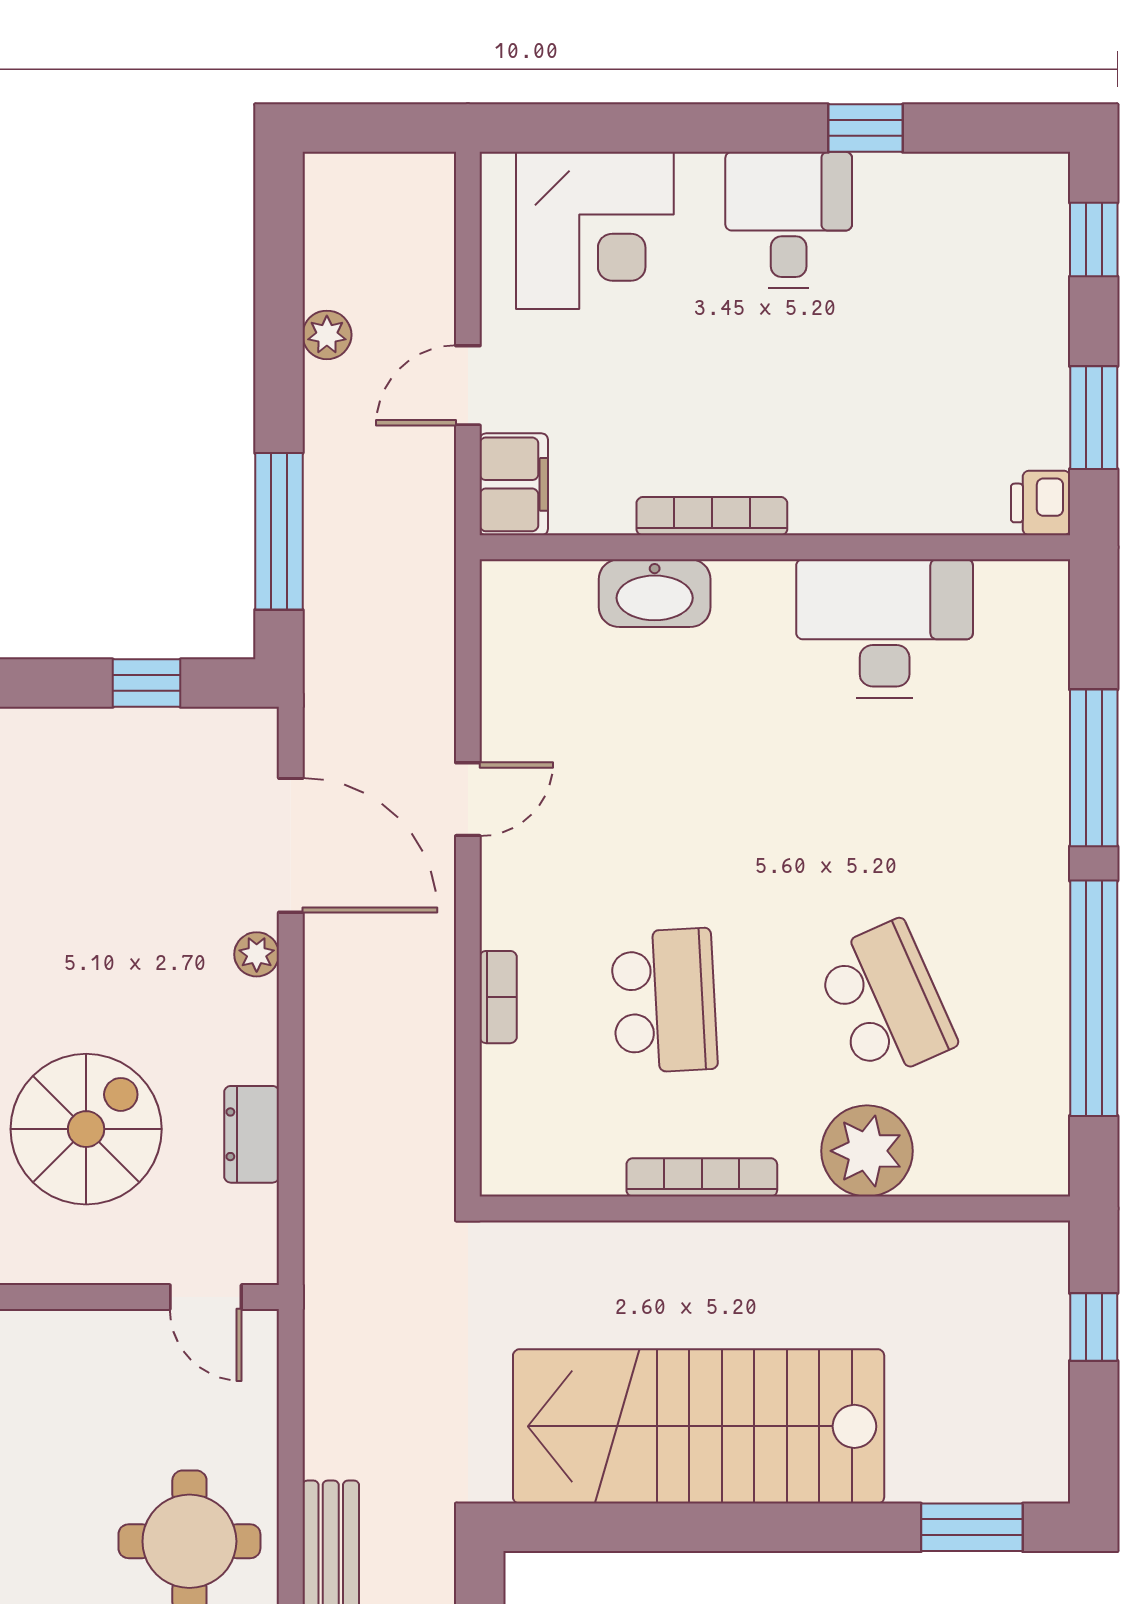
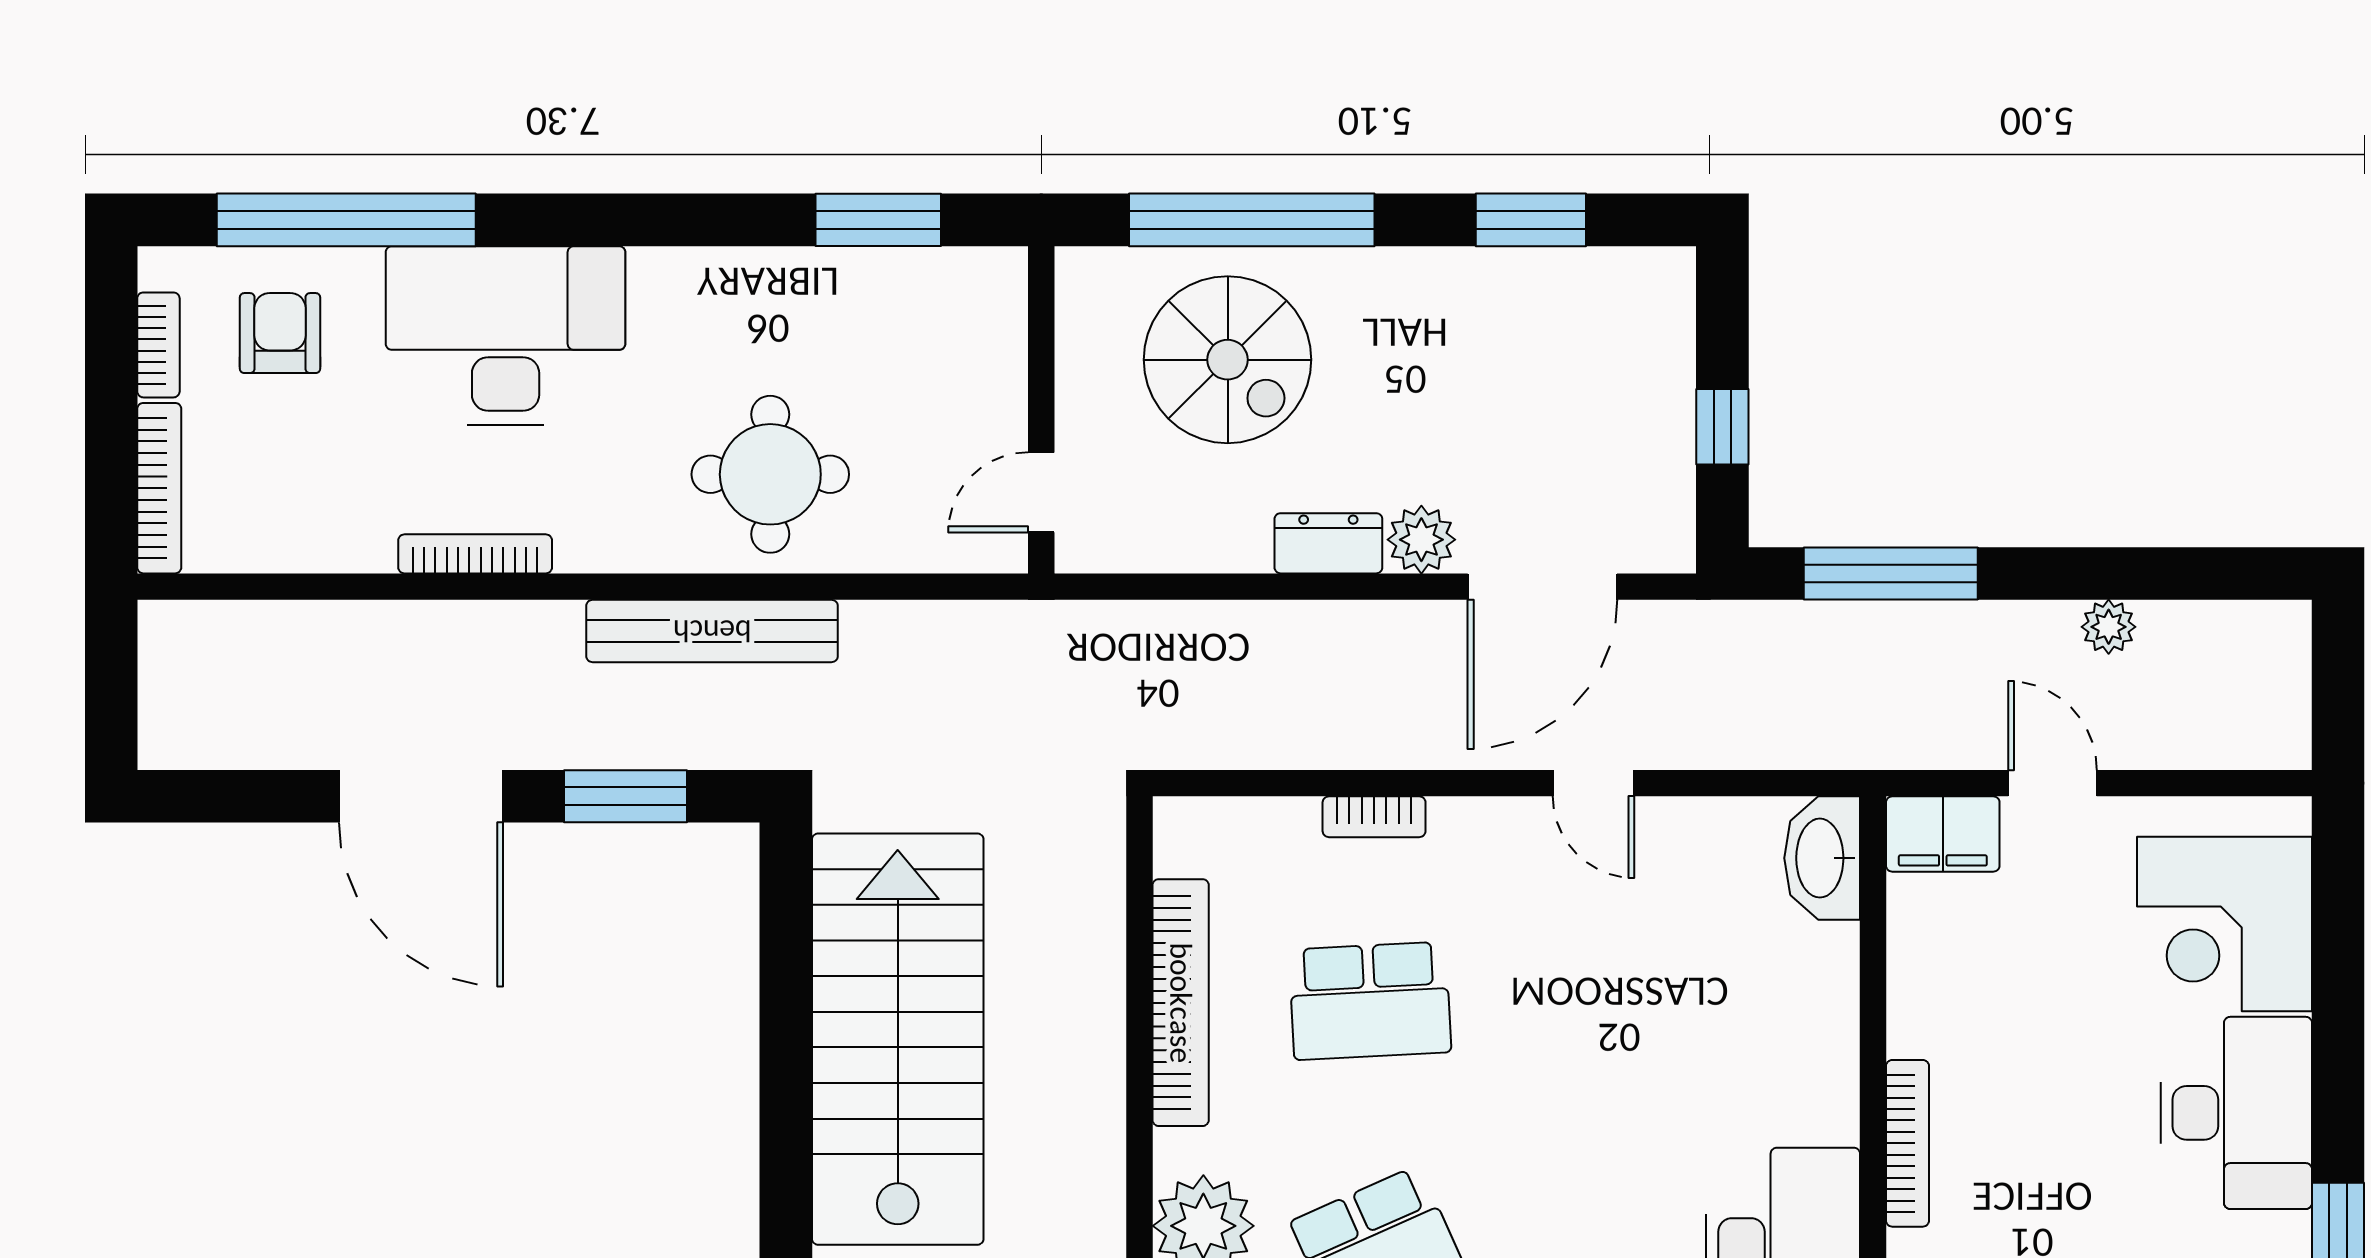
desk: (789, 220) -> (2236, 1113), width x1.37
bookcase: (712, 516) -> (1907, 1143), moved
washbasin: (655, 593) -> (1822, 858), moved
plant: (257, 954) -> (1421, 540), width x1.38, depth x1.38
dresser: (252, 1134) -> (1328, 543), moved
bookcase: (702, 1177) -> (1181, 1003), width x1.48, depth x1.31

